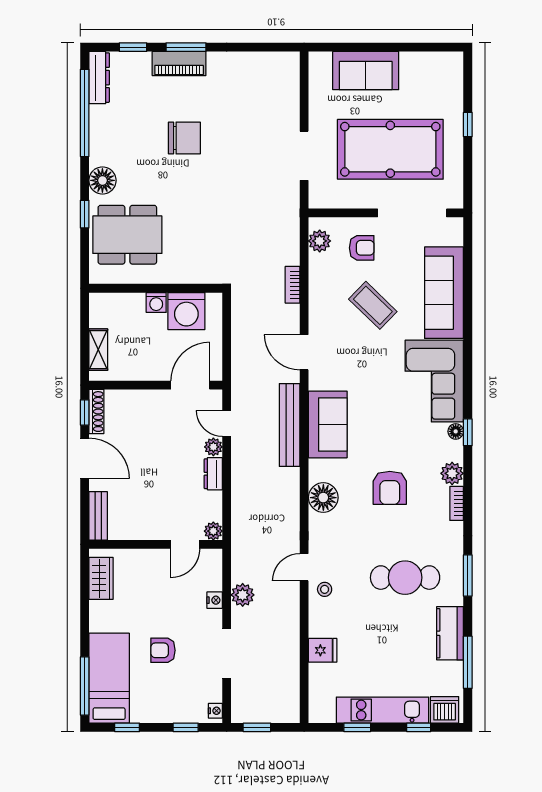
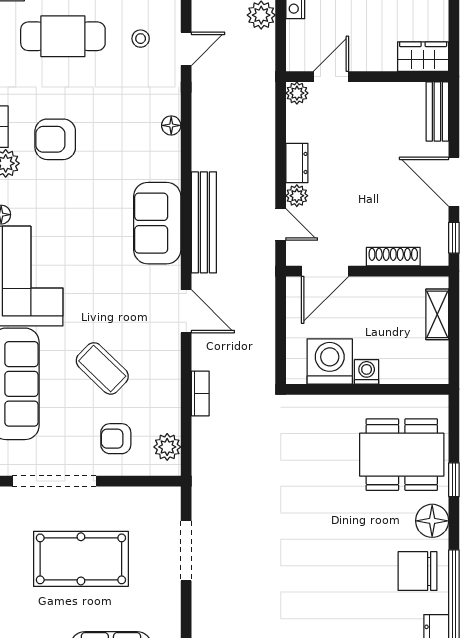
chair: (184, 138) -> (418, 571), moved
pool table: (390, 149) -> (81, 559), width x0.73, depth x0.76
shoe rack: (96, 412) -> (393, 257), moved, turned 90
armchair: (390, 488) -> (55, 139), moved, turned -90
floor lamp: (323, 498) -> (171, 125), width x0.53, depth x0.53
wardrobe: (101, 578) -> (423, 57), moved, turned 90
stool: (325, 589) -> (141, 39), moved

